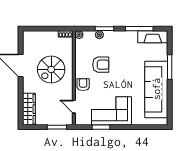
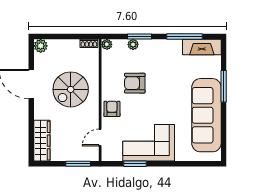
plant: (28, 36) -> (41, 46), added
armchair: (101, 65) -> (135, 83), turned 180
door: (74, 107) -> (100, 137), hinge flipped

